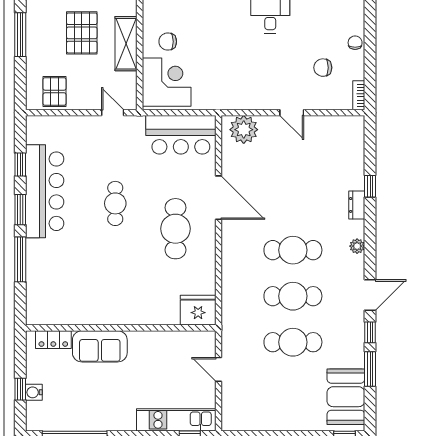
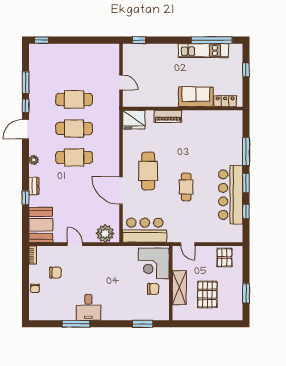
window: (20, 35) -> (246, 293), width x0.69
piano: (144, 315) -> (168, 116), added
water cooler: (34, 392) -> (237, 68), removed
booth: (346, 397) -> (41, 225), moved
kitchen unit: (176, 420) -> (203, 51), moved

